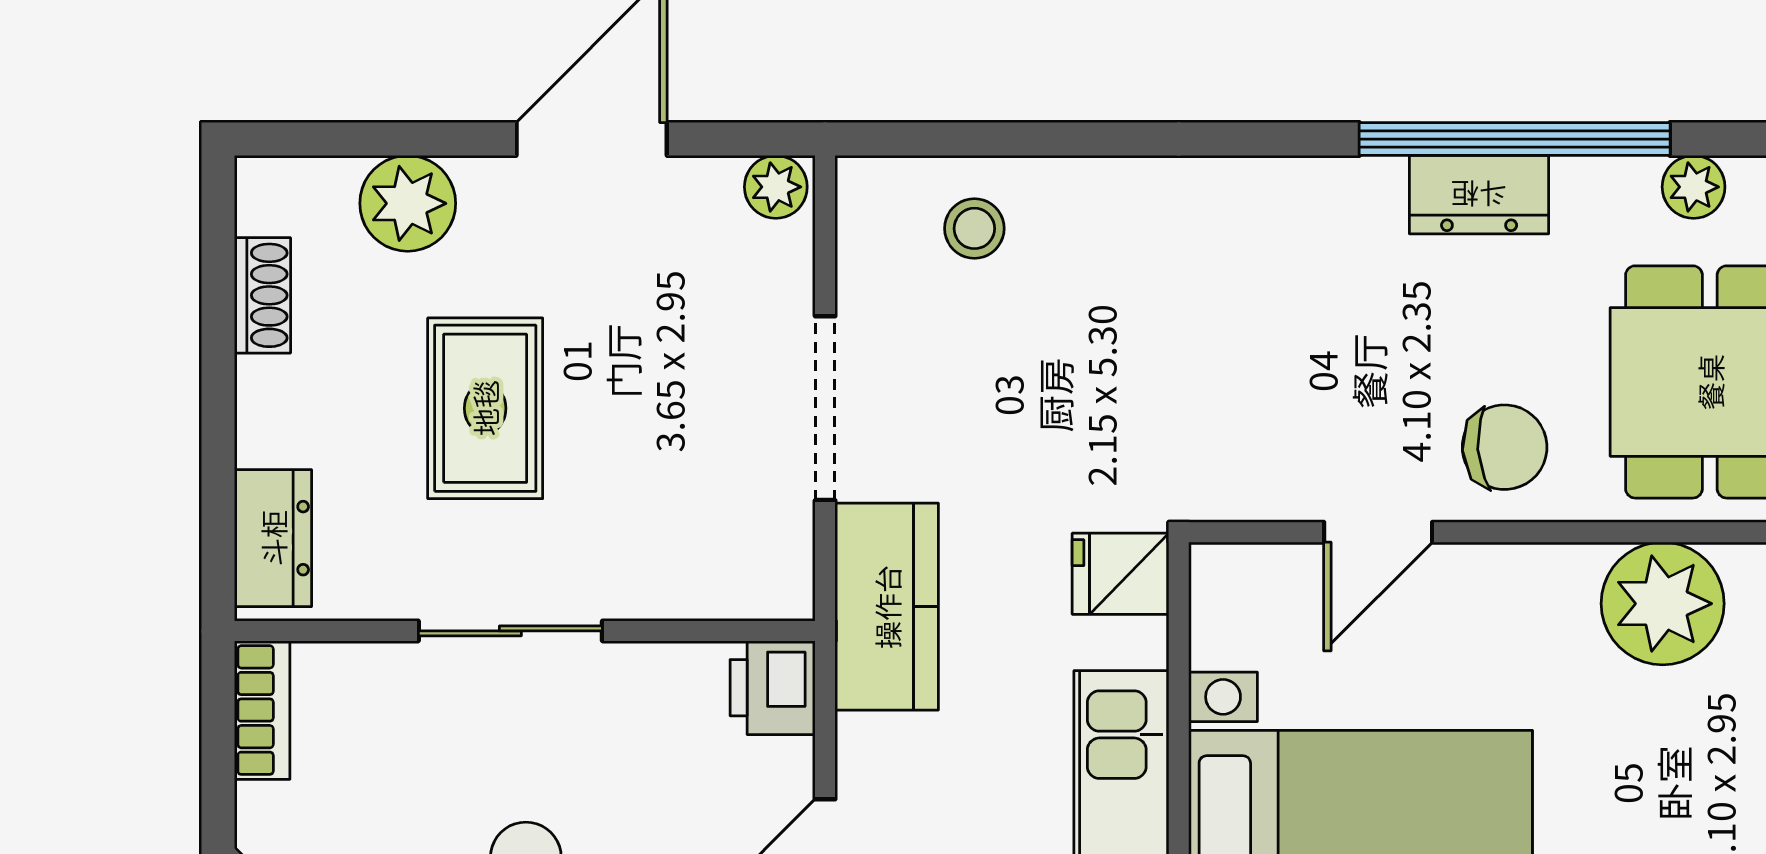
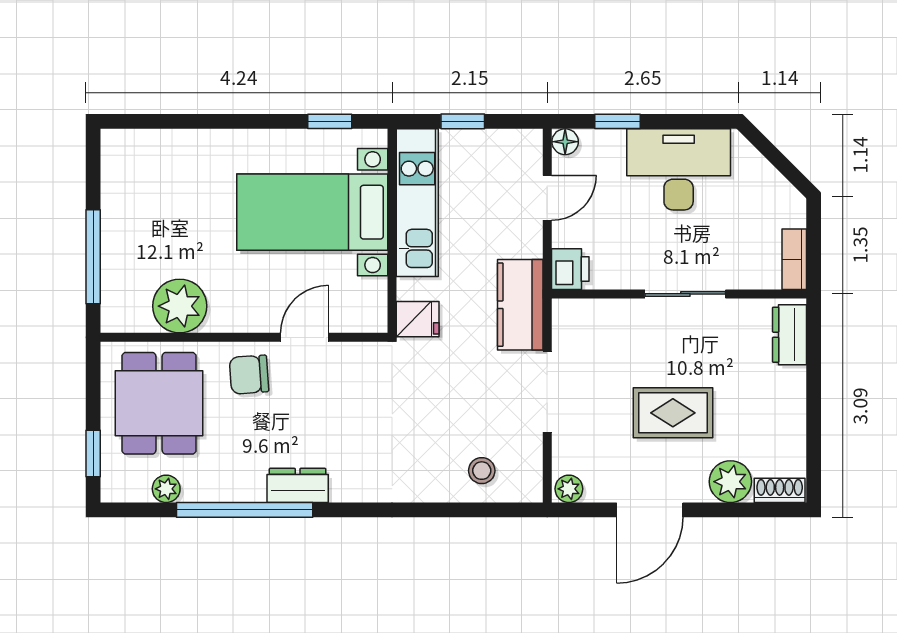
dresser: (1479, 195) -> (298, 485), moved
shoe rack: (263, 295) -> (780, 490), moved, turned 90
rug: (485, 408) -> (673, 413), moved, turned 90

